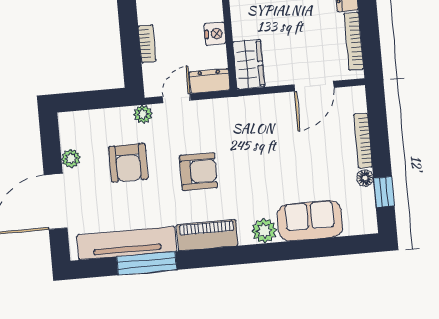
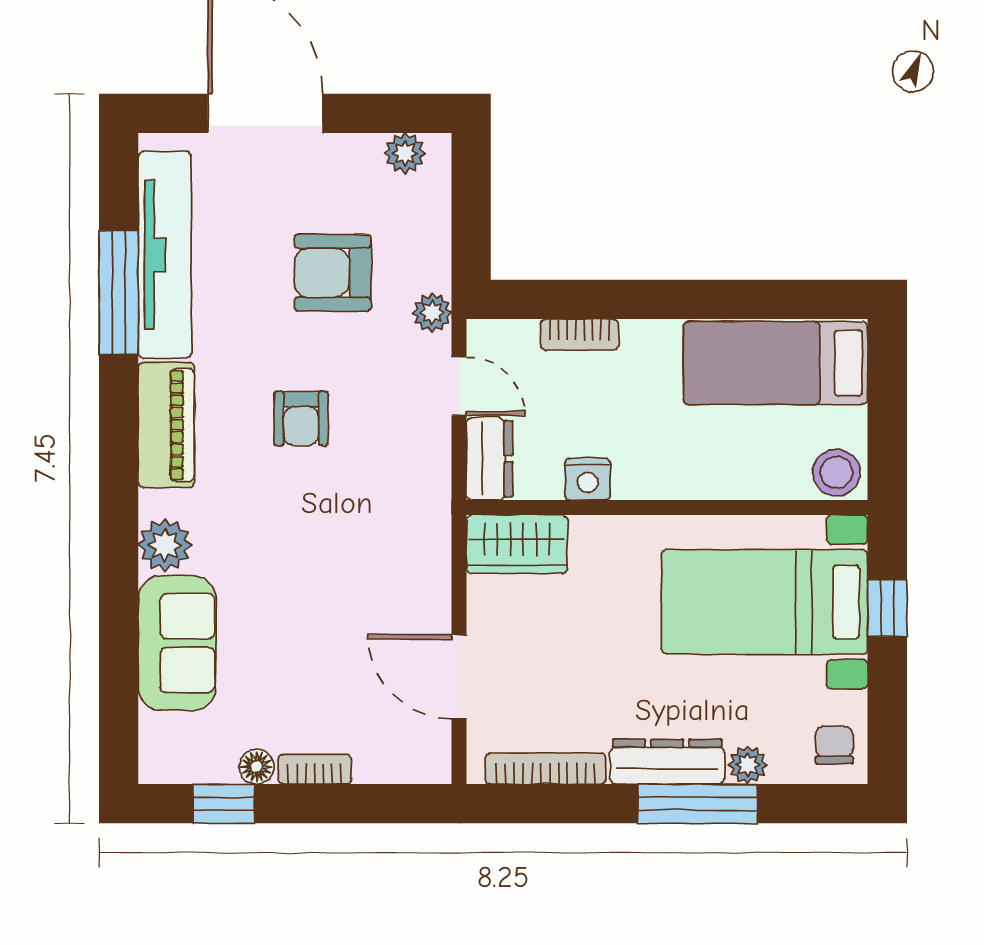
bookcase: (363, 141) -> (315, 769), width x0.64
plant: (71, 158) -> (405, 153), moved
armchair: (198, 172) -> (301, 418), width x0.72, depth x0.72

